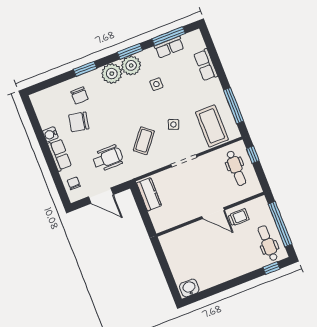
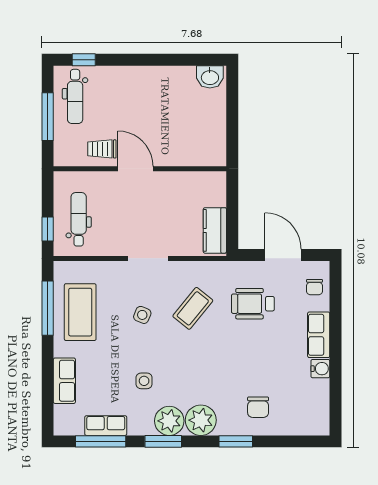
chair: (80, 95) -> (258, 407), turned 180
chair: (79, 122) -> (274, 371), removed
coffee table: (212, 126) -> (80, 312), moved
window: (280, 224) -> (48, 117), width x0.68

